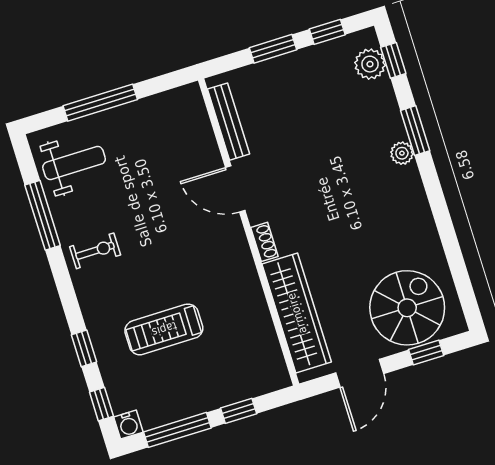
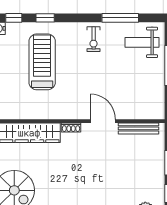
weight bench: (74, 163) -> (142, 42), turned 90
door: (235, 189) -> (103, 121), hinge flipped
treadmill: (164, 329) -> (42, 62), width x1.37, depth x1.38

